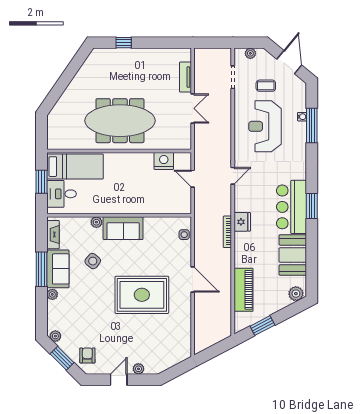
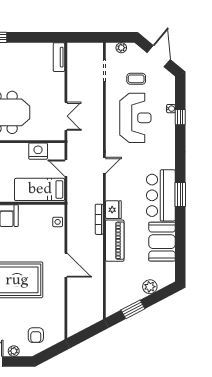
tv unit: (186, 77) -> (59, 57), moved
double door: (193, 108) -> (66, 116), moved
reception desk: (265, 126) -> (135, 118), turned 180
window: (312, 126) -> (180, 117), width x0.46
bed: (165, 201) -> (40, 189), added
piano: (244, 290) -> (115, 241), moved
plant: (296, 294) -> (150, 287), moved
armchair: (161, 352) -> (36, 335), added

